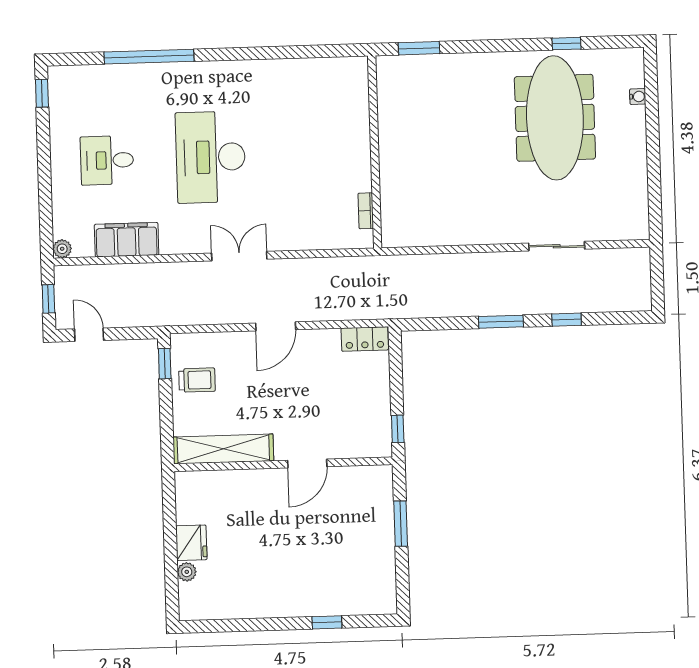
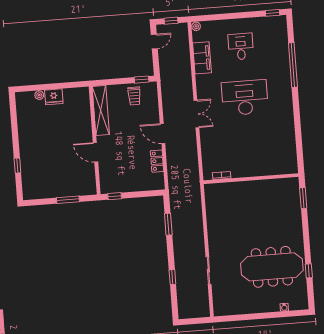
window: (501, 322) -> (168, 224), moved
locker: (365, 339) -> (157, 161), moved

